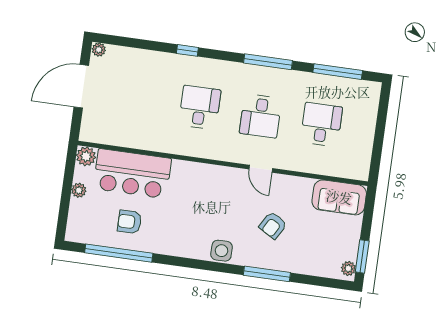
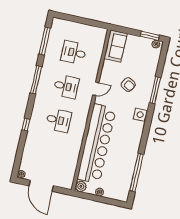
desk: (200, 107) -> (58, 120), turned 180
bar counter: (132, 174) -> (97, 144), width x1.86
armchair: (129, 222) -> (120, 165), removed

